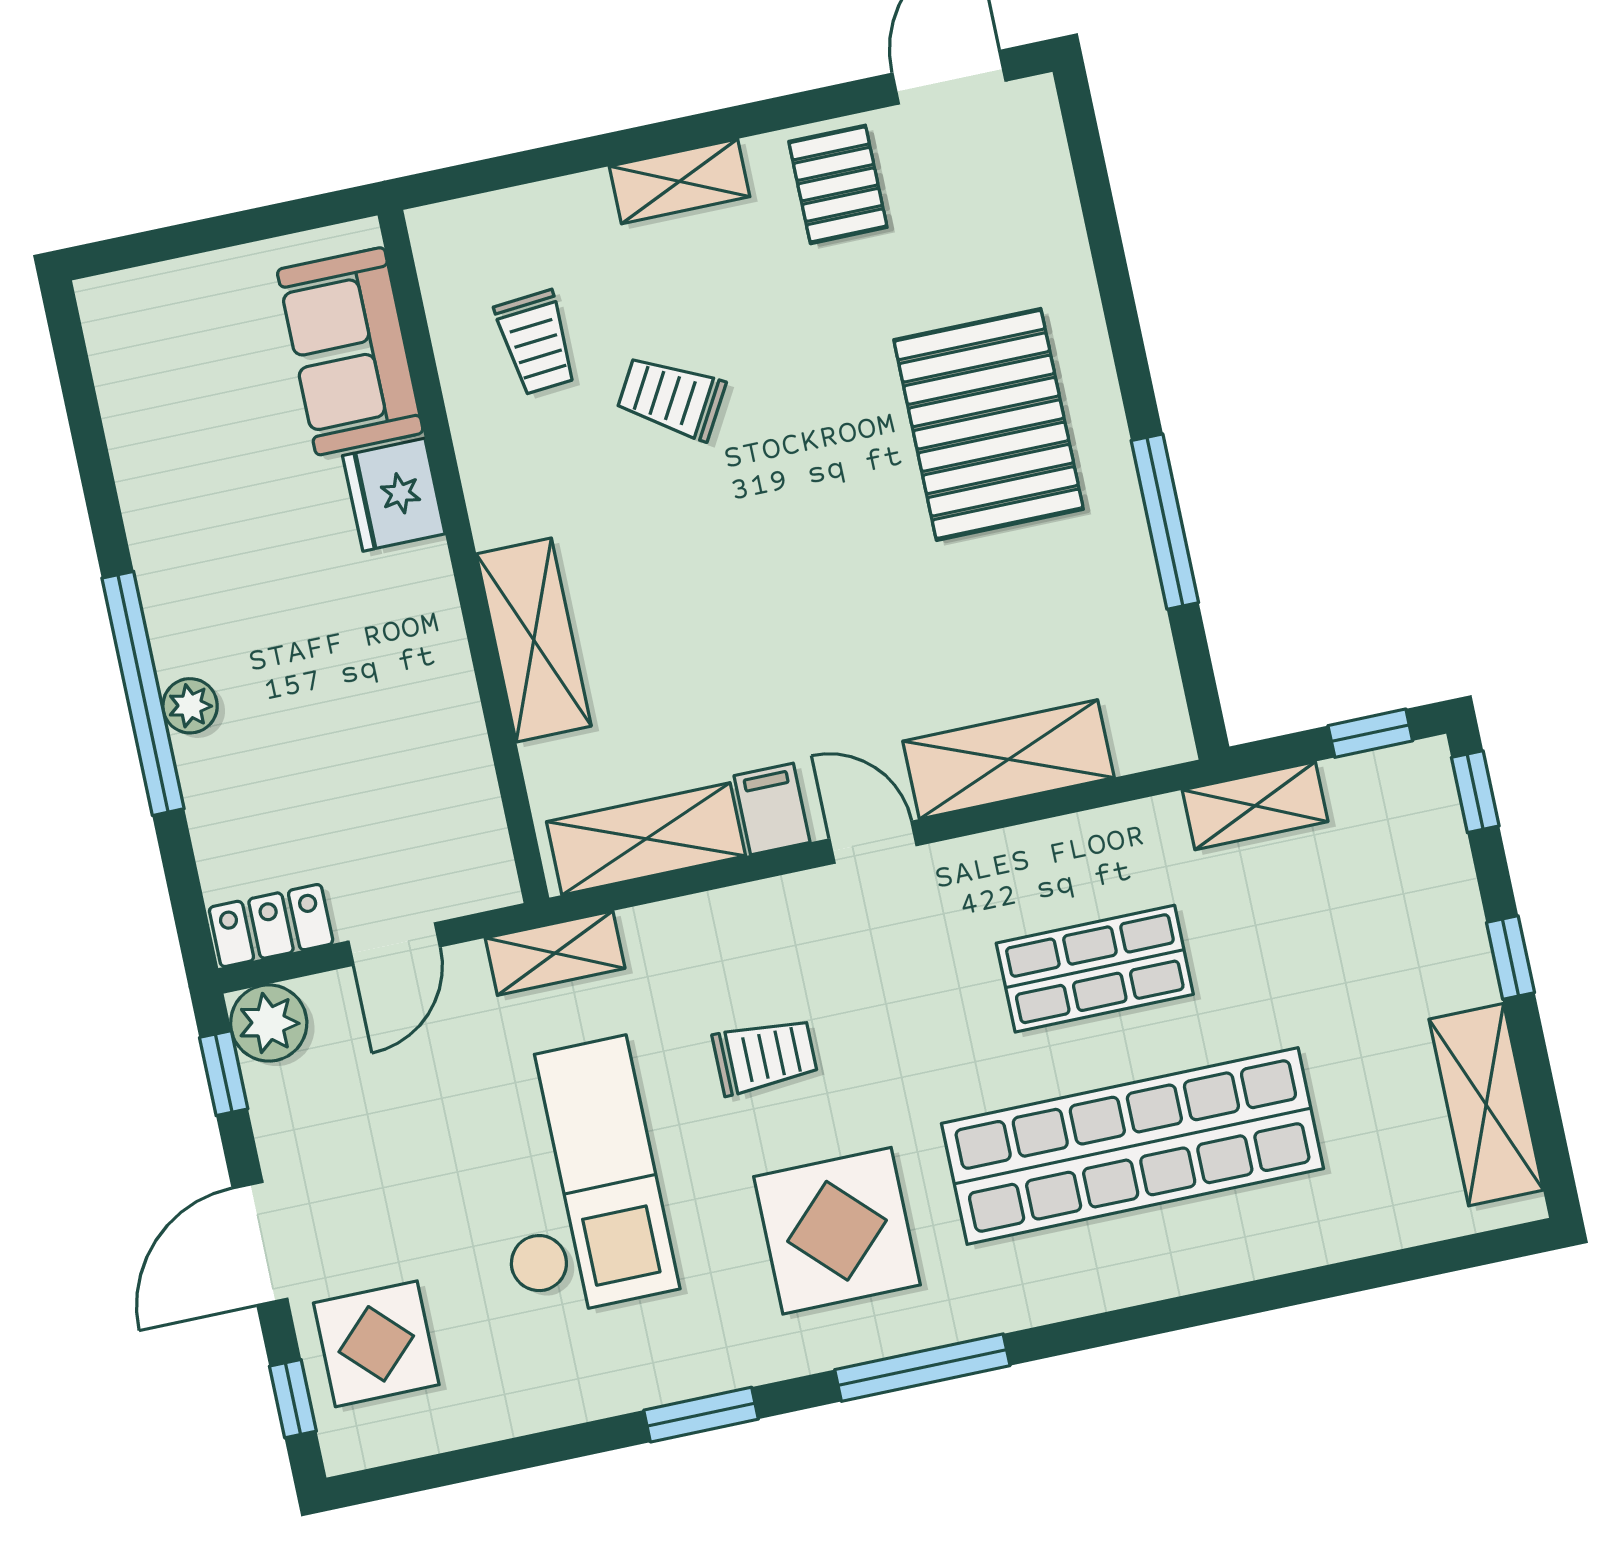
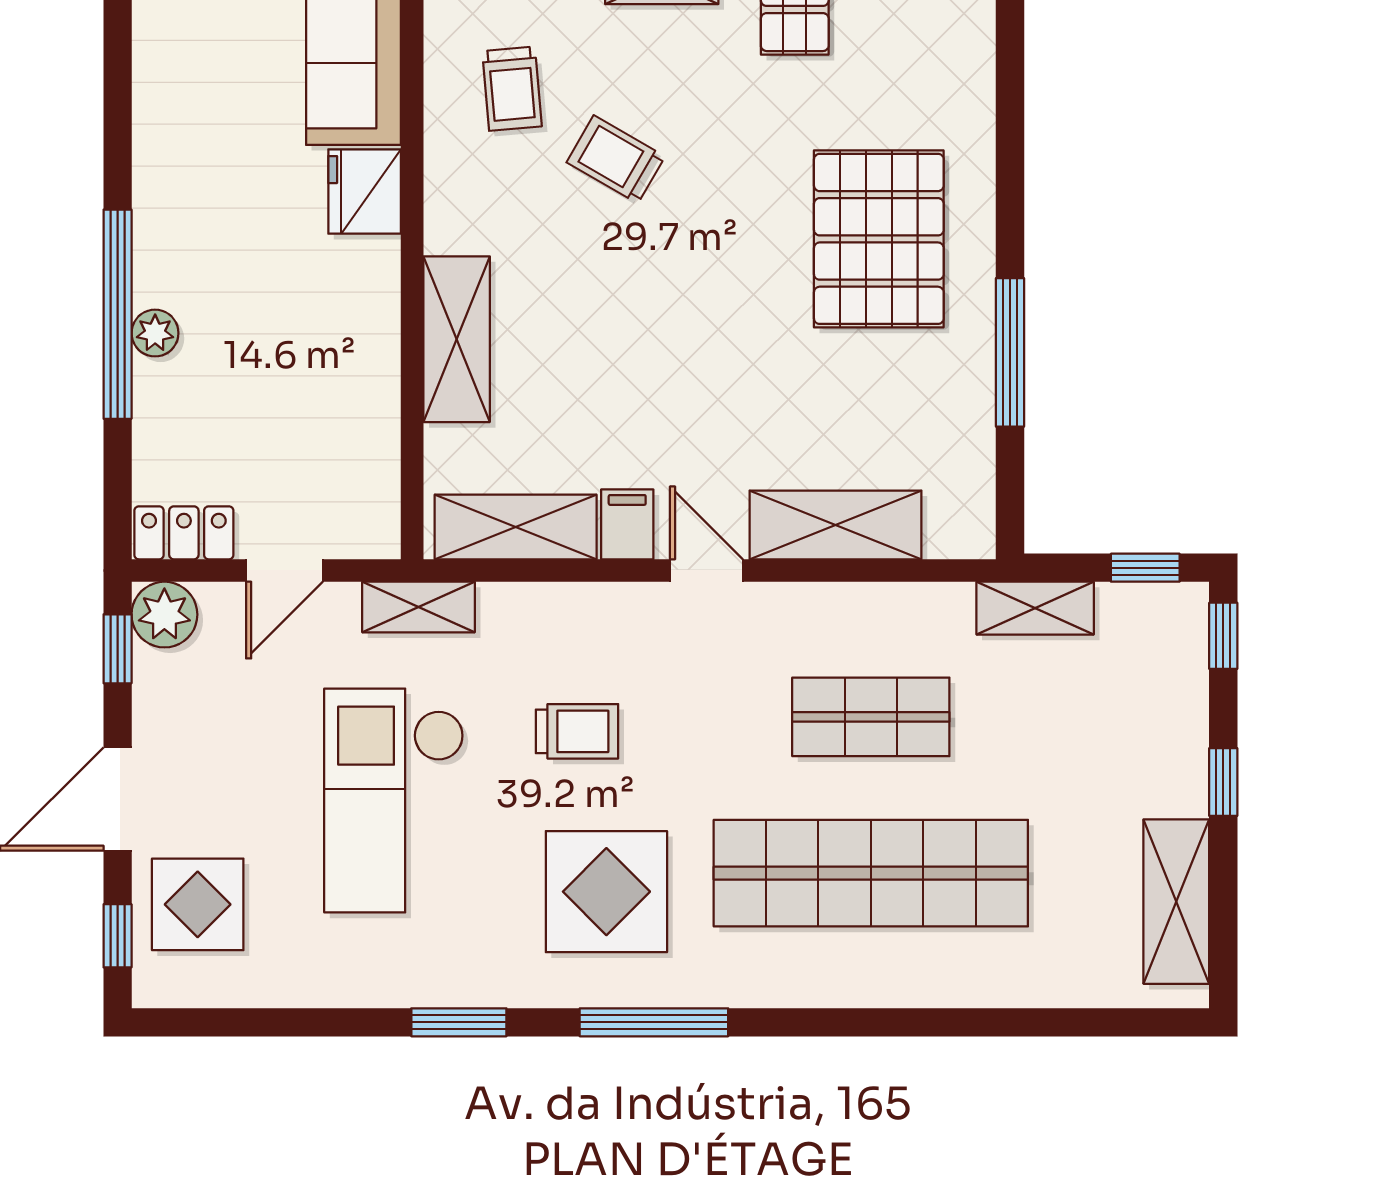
checkout: (574, 1179) -> (394, 801), turned 180

